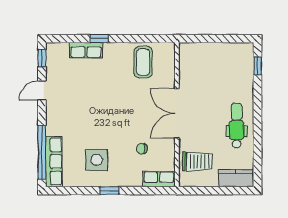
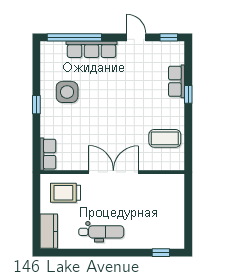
chair: (142, 149) -> (78, 137), removed
row of seats: (54, 161) -> (92, 49), moved
trolley: (197, 161) -> (65, 193), turned 90

